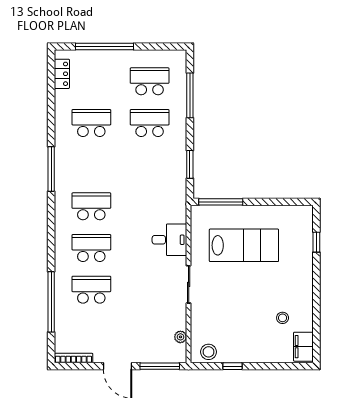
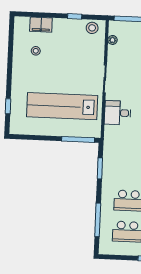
lab bench: (244, 245) -> (62, 106), width x1.36
filing cabinet: (303, 347) -> (41, 25), moved, turned 90

